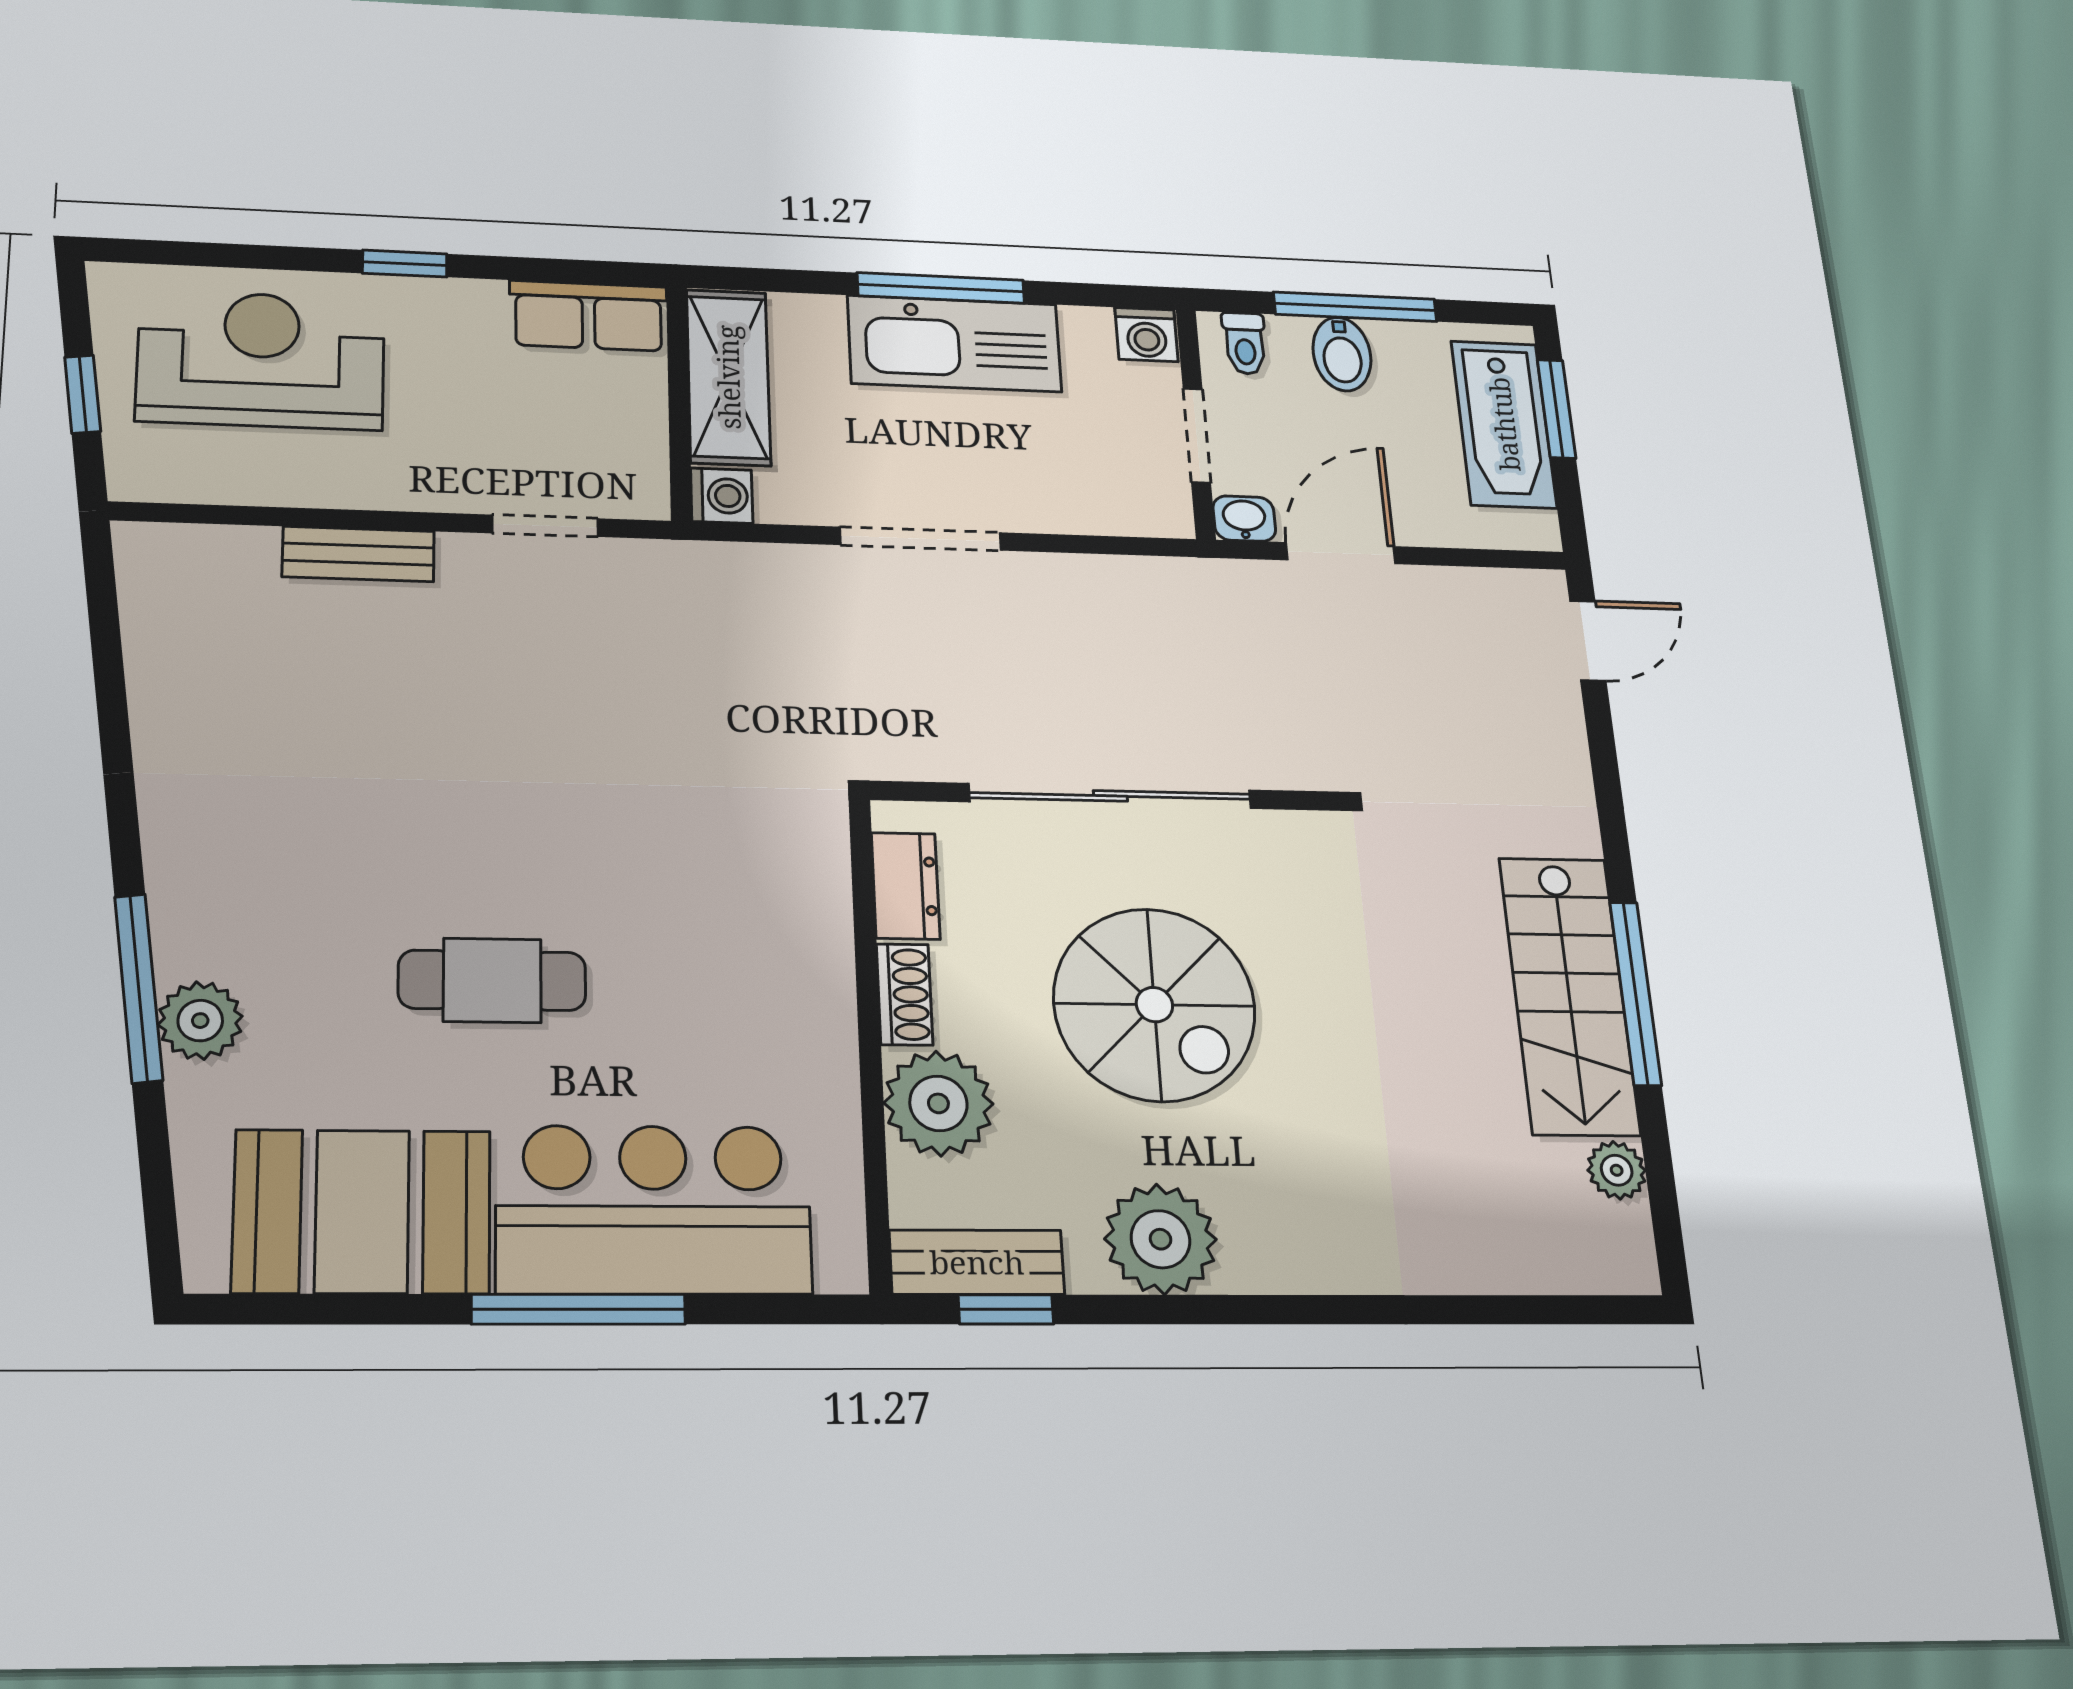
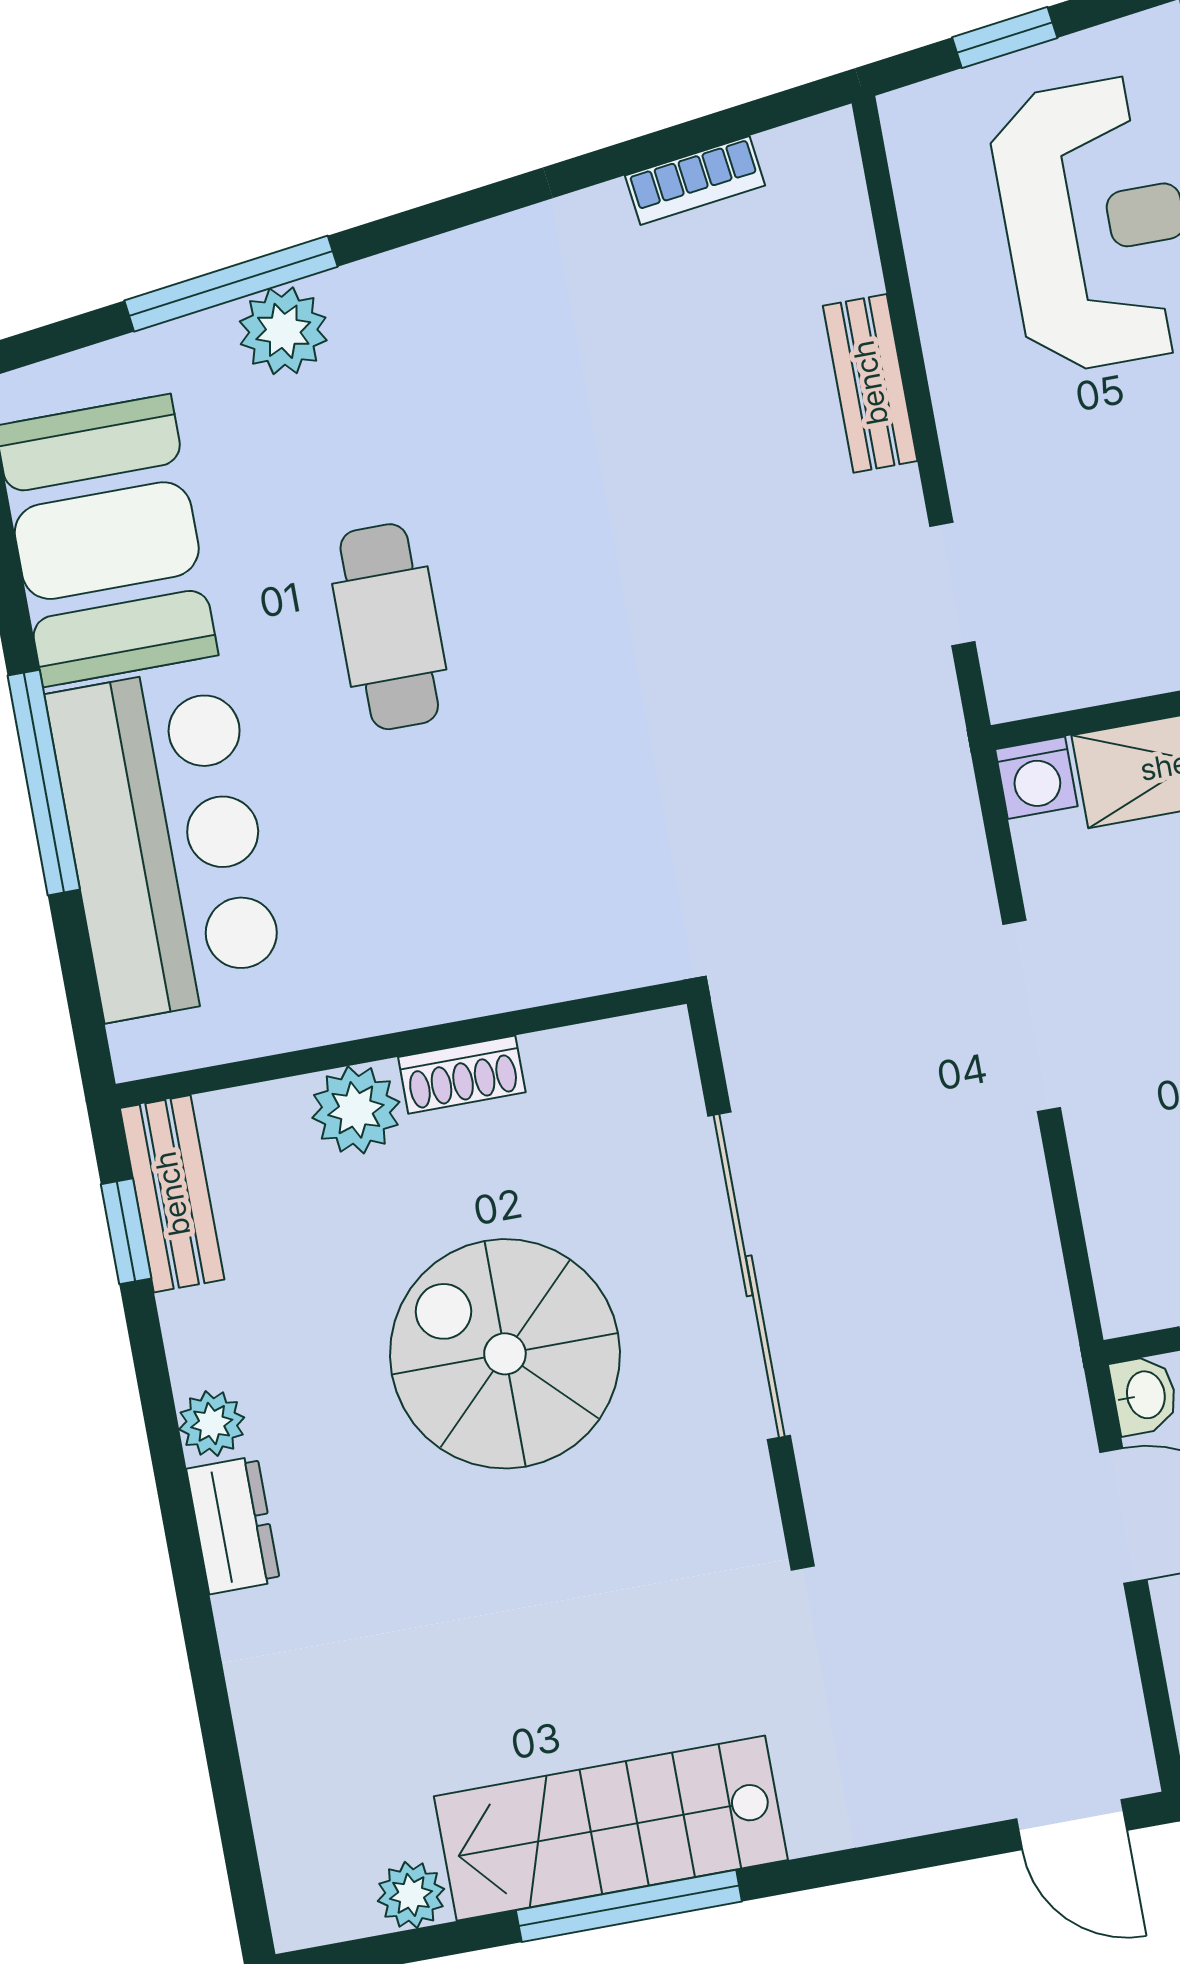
bookcase: (146, 655) -> (695, 180), added
dresser: (906, 886) -> (233, 1525), moved, turned -90
window: (139, 988) -> (231, 284), moved
spiral stairs: (1154, 1005) -> (505, 1354), turned 90
plant: (938, 1103) -> (356, 1110), width x0.73, depth x0.73
plant: (1160, 1239) -> (212, 1423), width x0.53, depth x0.53

